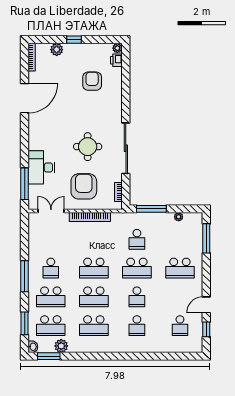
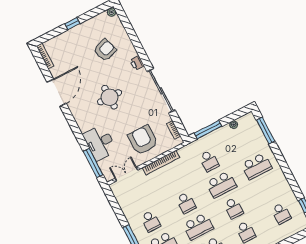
plant: (57, 50) -> (62, 39), removed
printer: (116, 60) -> (137, 63), moved
armchair: (92, 81) -> (105, 50), turned 72
round table: (88, 147) -> (110, 97), moved
school desk: (94, 268) -> (186, 203), width x0.54
door: (206, 305) -> (294, 185), removed

